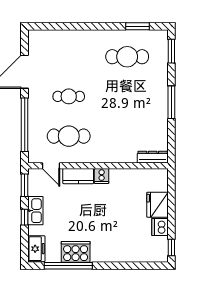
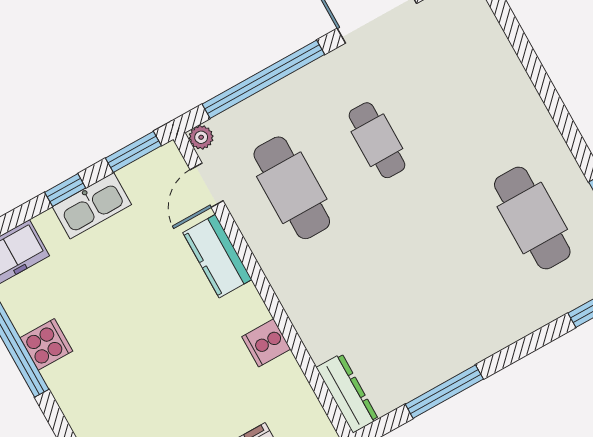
window: (171, 102) -> (444, 392), moved
plant: (33, 158) -> (201, 137), added
cooker: (102, 176) -> (266, 343), moved
cooker: (76, 252) -> (46, 344), width x0.53, depth x0.76

